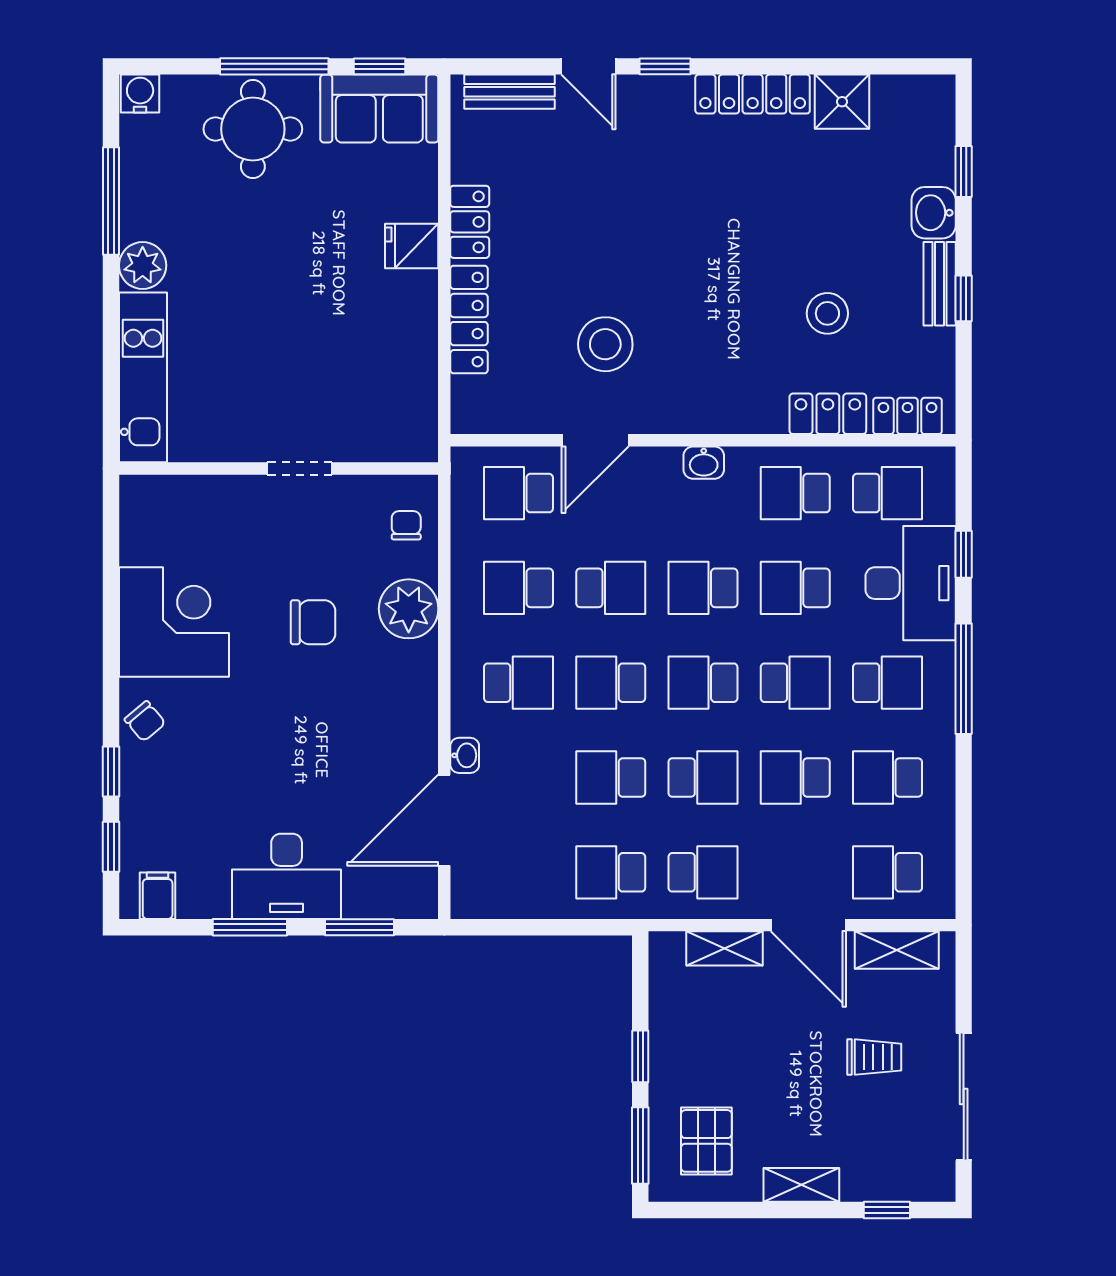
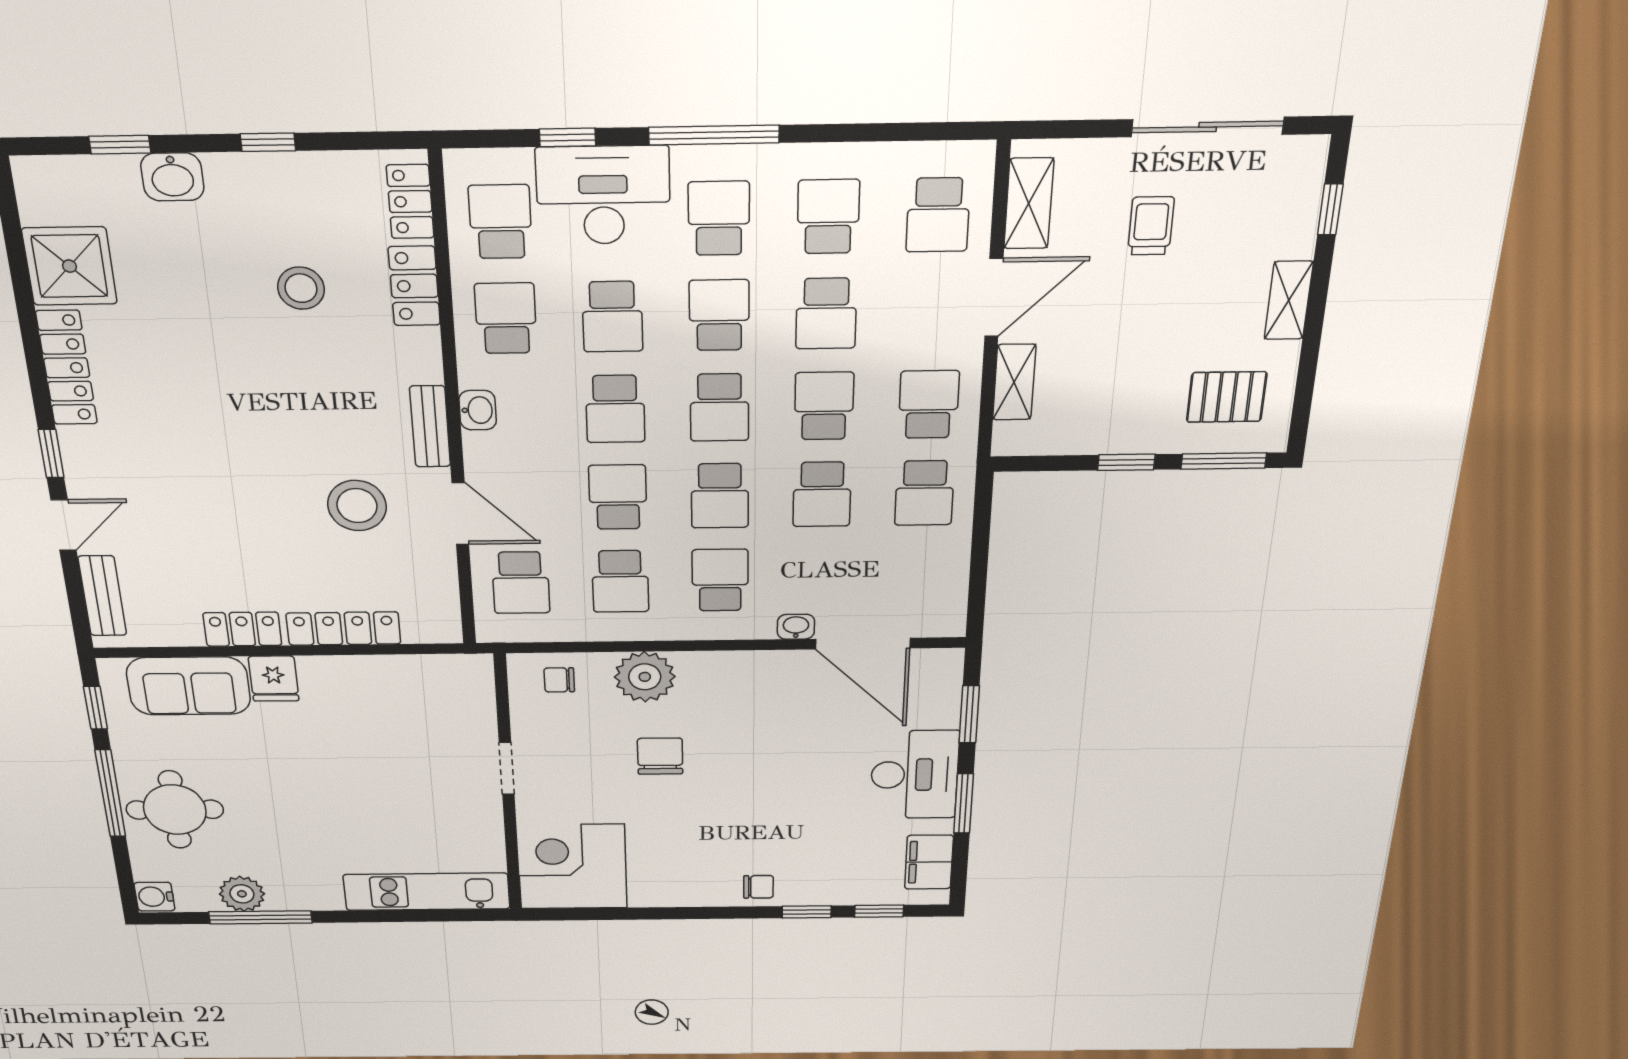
shower: (842, 102) -> (70, 266), width x1.36, depth x1.36
sofa: (379, 109) -> (188, 686), moved, turned 90
plant: (143, 265) -> (242, 894), moved
bench: (940, 284) -> (430, 426), moved, turned 90
school desk: (795, 493) -> (506, 318), turned 180
corner desk: (174, 622) -> (572, 867), moved
chair: (145, 721) -> (759, 887), turned 40
school desk: (887, 778) -> (828, 217), turned 180
filing cabinet: (158, 896) -> (929, 862), width x2.00

